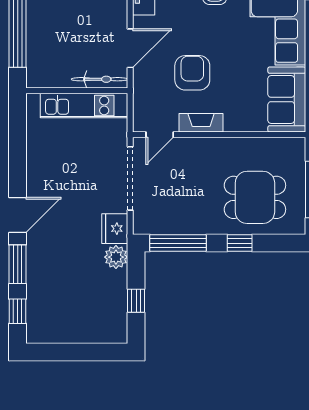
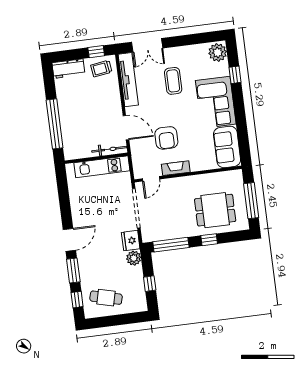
door: (130, 48) -> (126, 128), hinge flipped
armchair: (192, 73) -> (166, 138), turned 180
cafe table: (64, 314) -> (106, 298), added

